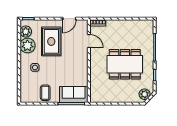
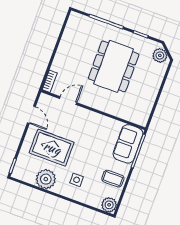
plant: (26, 32) -> (109, 205), moved

